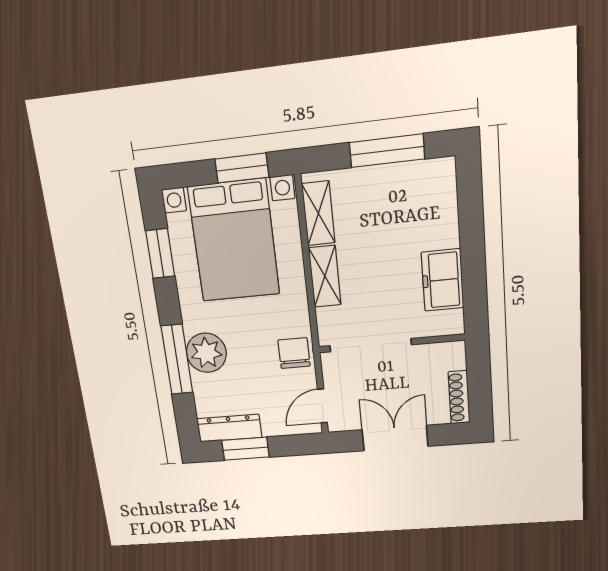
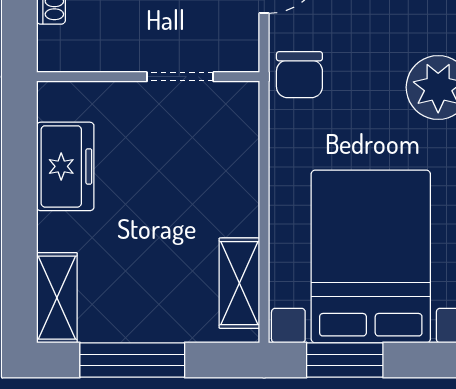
shelving: (325, 276) -> (57, 298), moved
doorway: (370, 345) -> (180, 77), width x0.53

